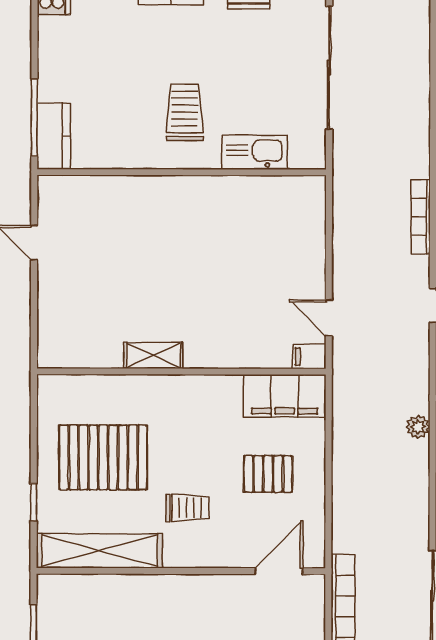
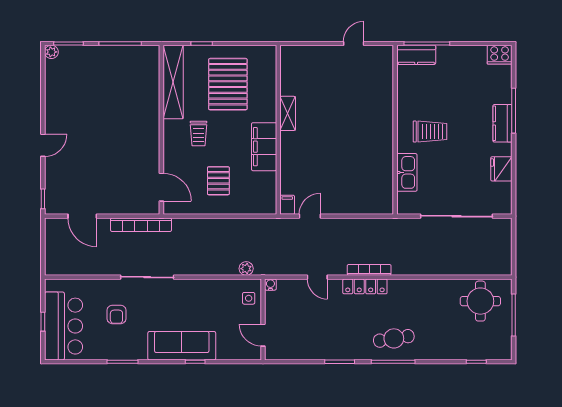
filing cabinet: (285, 396) -> (264, 147), moved

